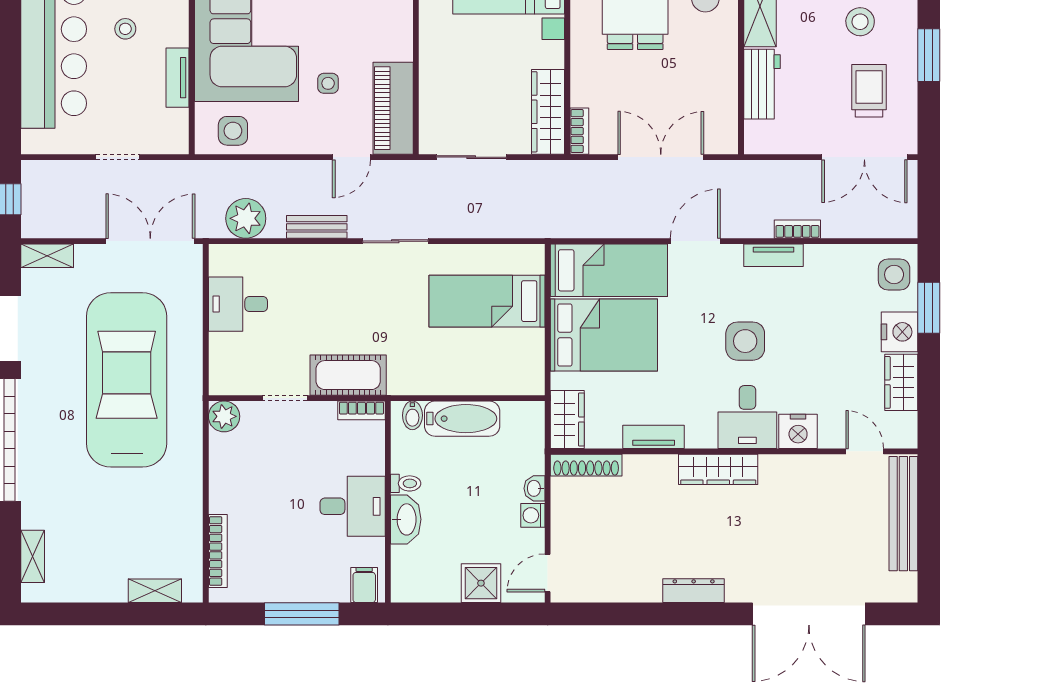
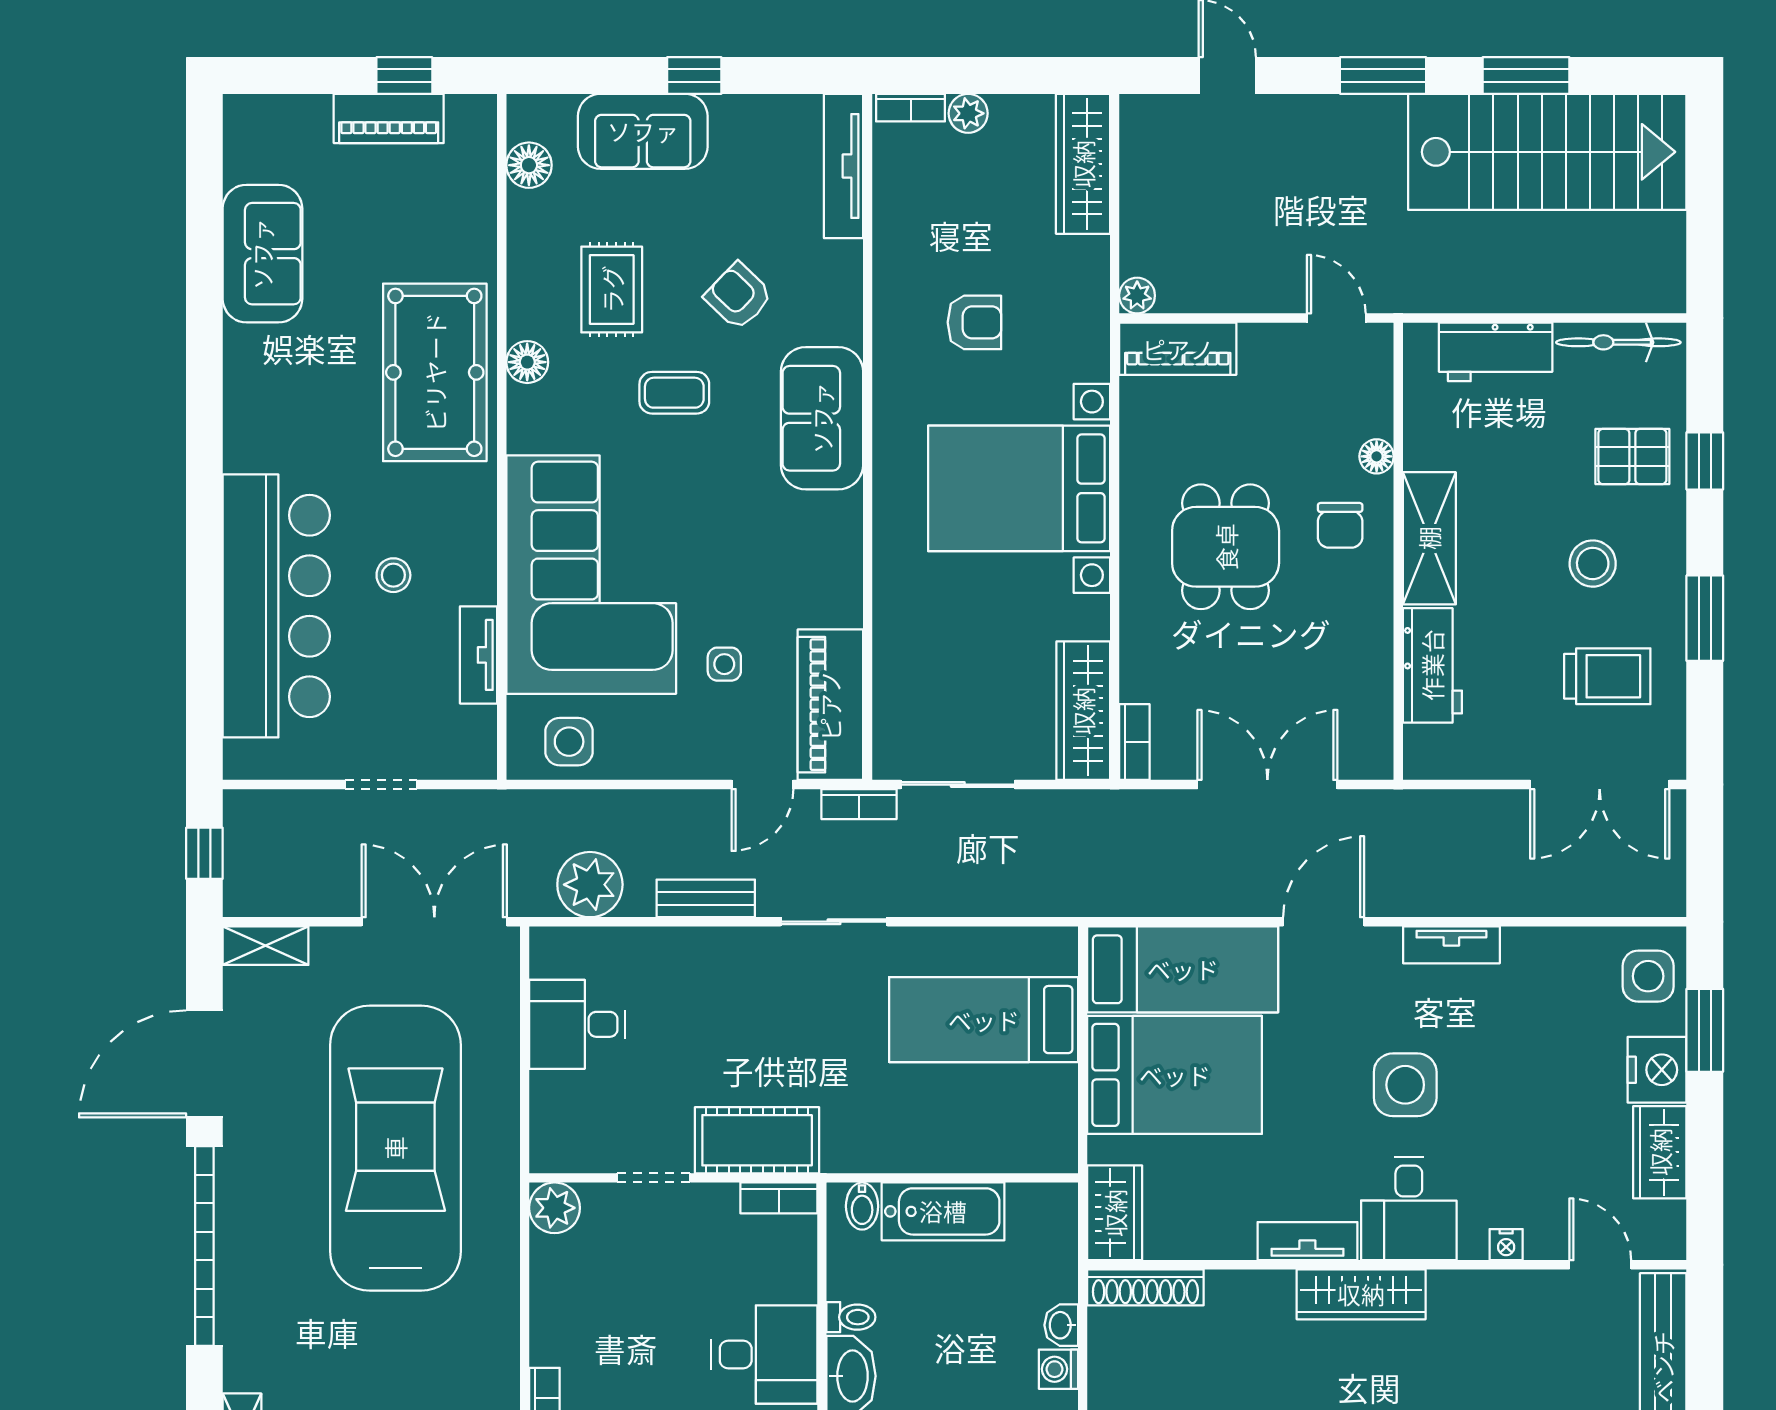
trolley: (869, 91) -> (1607, 676), turned 90
bookcase: (797, 229) -> (859, 804), moved, turned 180
nightstand: (798, 431) -> (1506, 1245), width x0.53, depth x0.56
tv unit: (654, 437) -> (1307, 1241), moved

